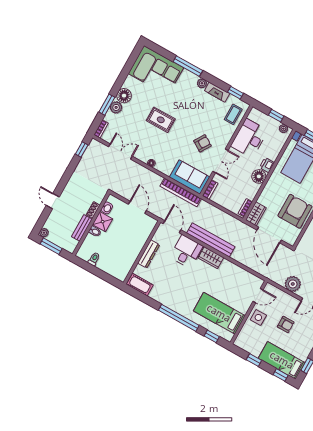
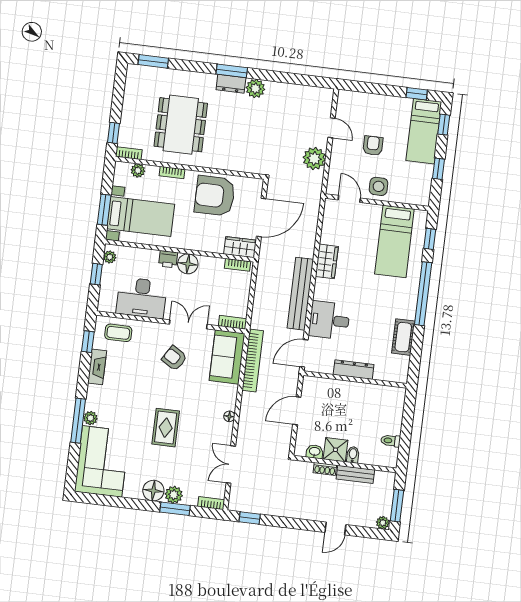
plant: (202, 83) -> (90, 418), moved
wardrobe: (211, 258) -> (327, 261), moved
cot: (140, 285) -> (403, 337), moved

